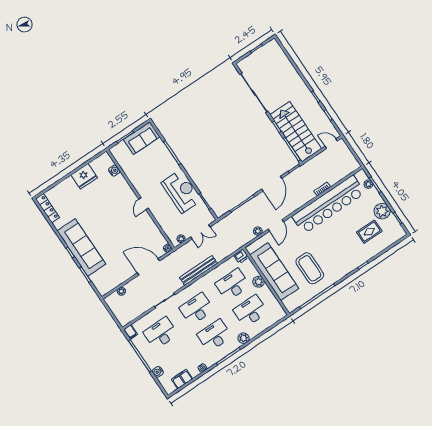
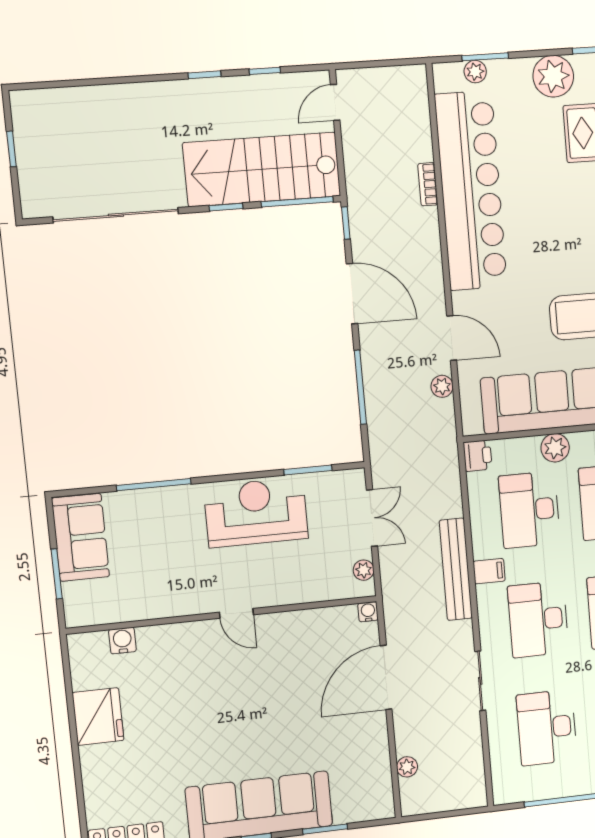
filing cabinet: (131, 332) -> (489, 571), moved

